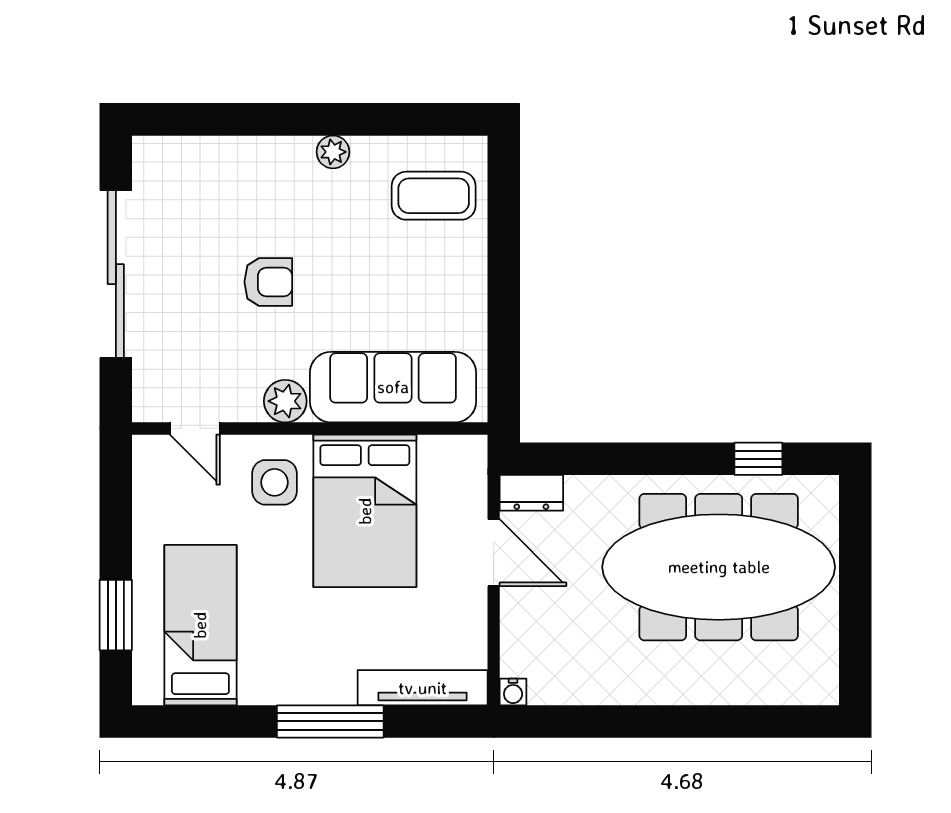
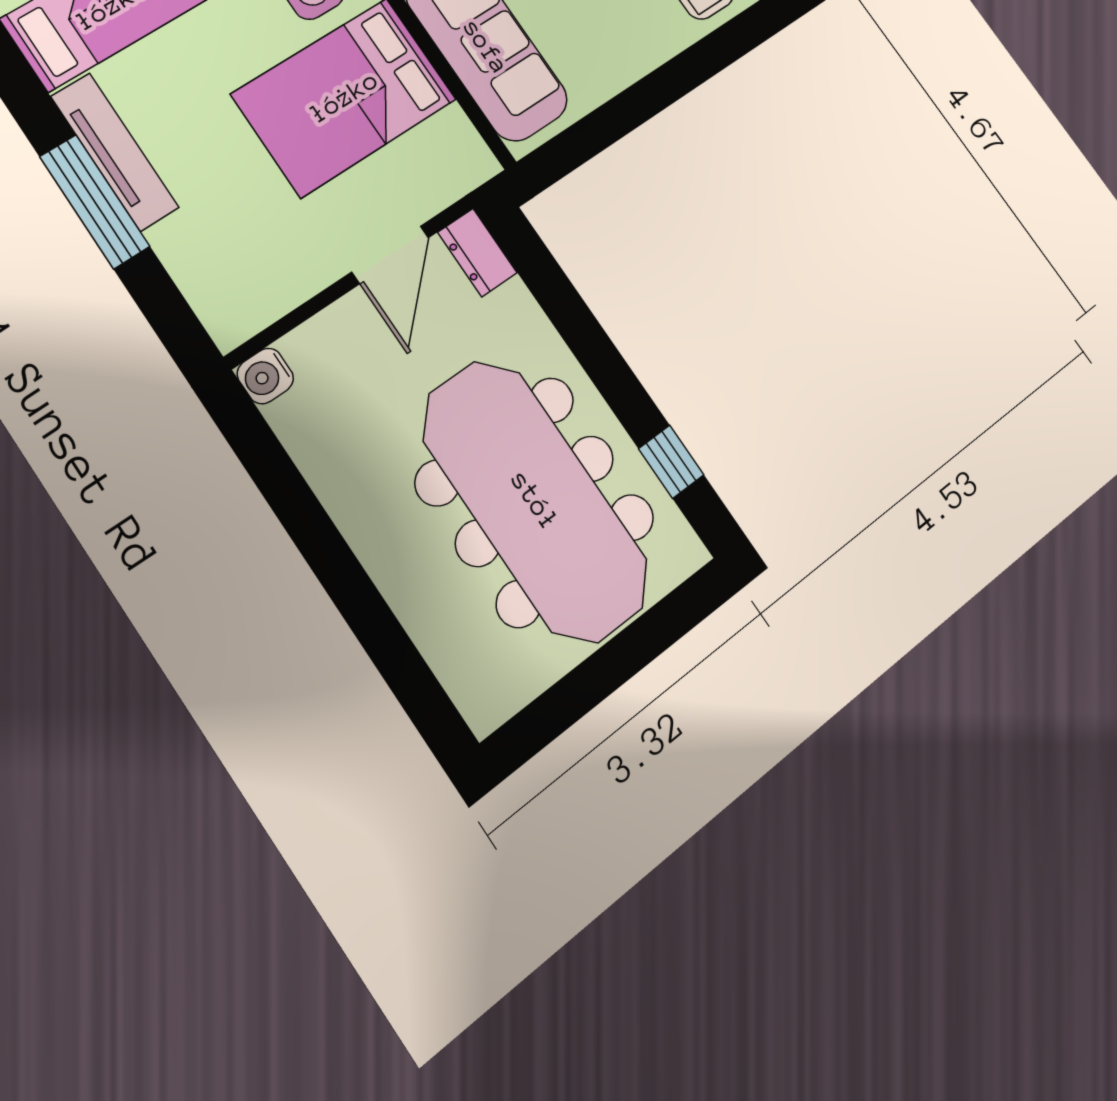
tv unit: (423, 688) -> (115, 152), moved
water cooler: (513, 692) -> (265, 376), width x1.38, depth x1.38

